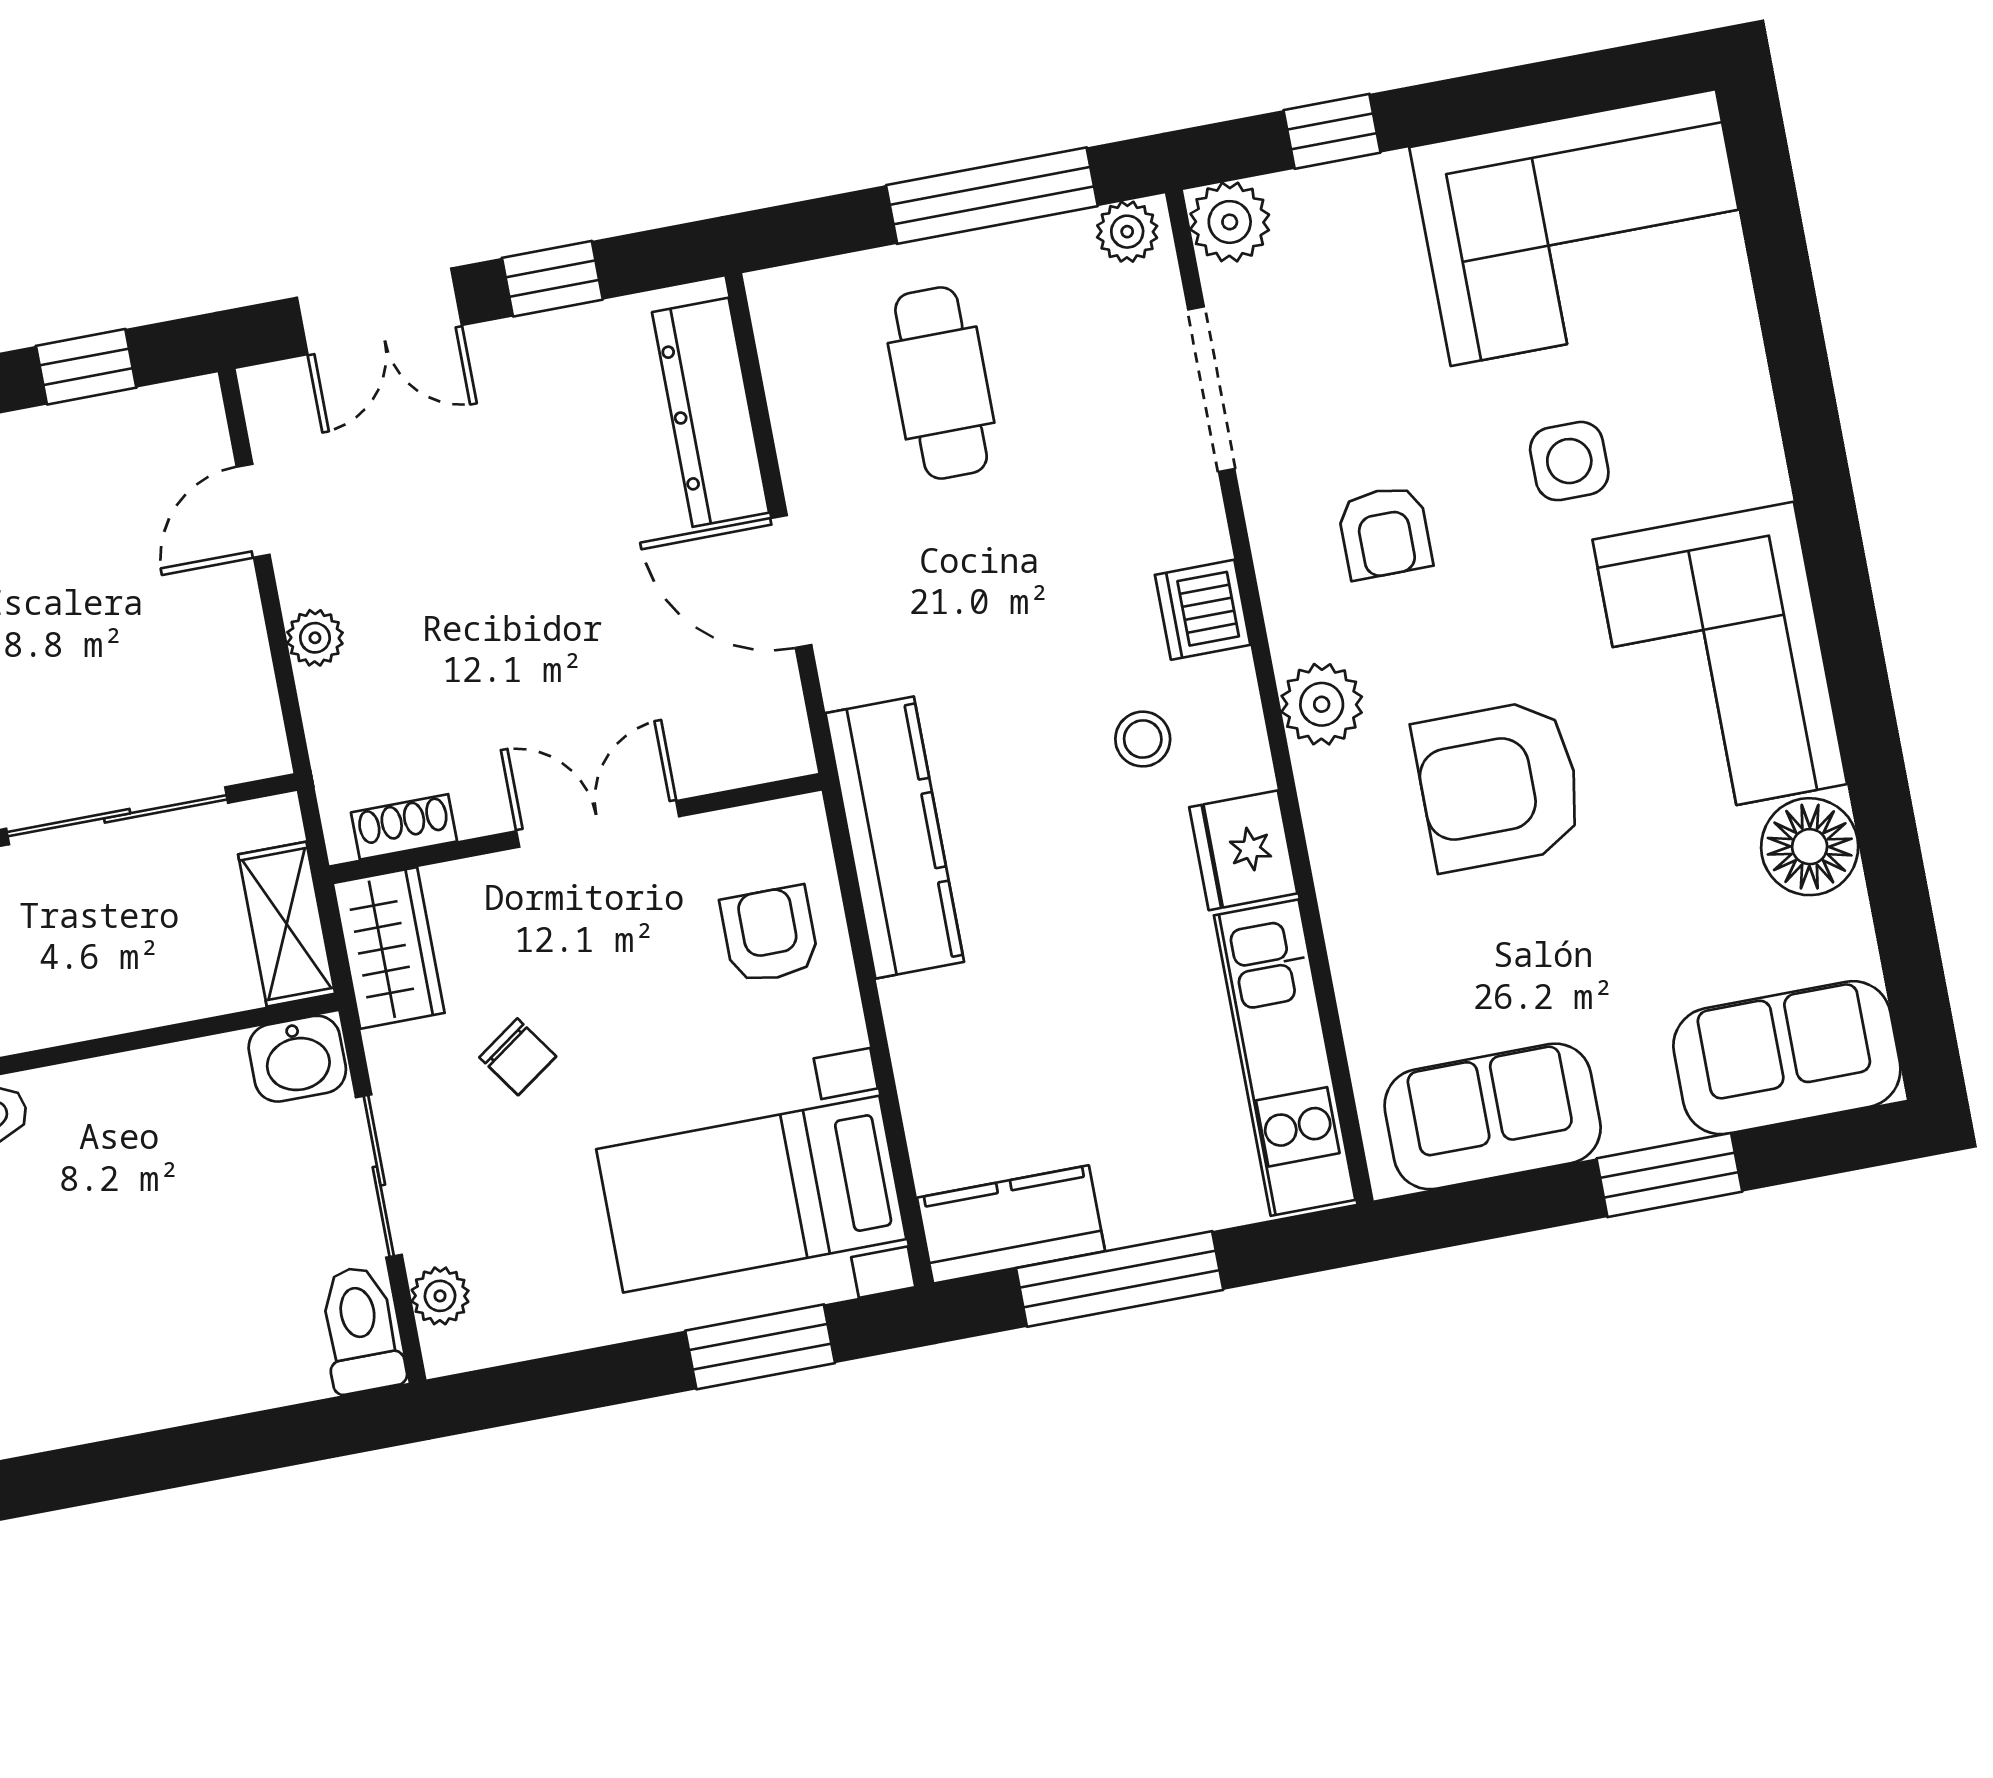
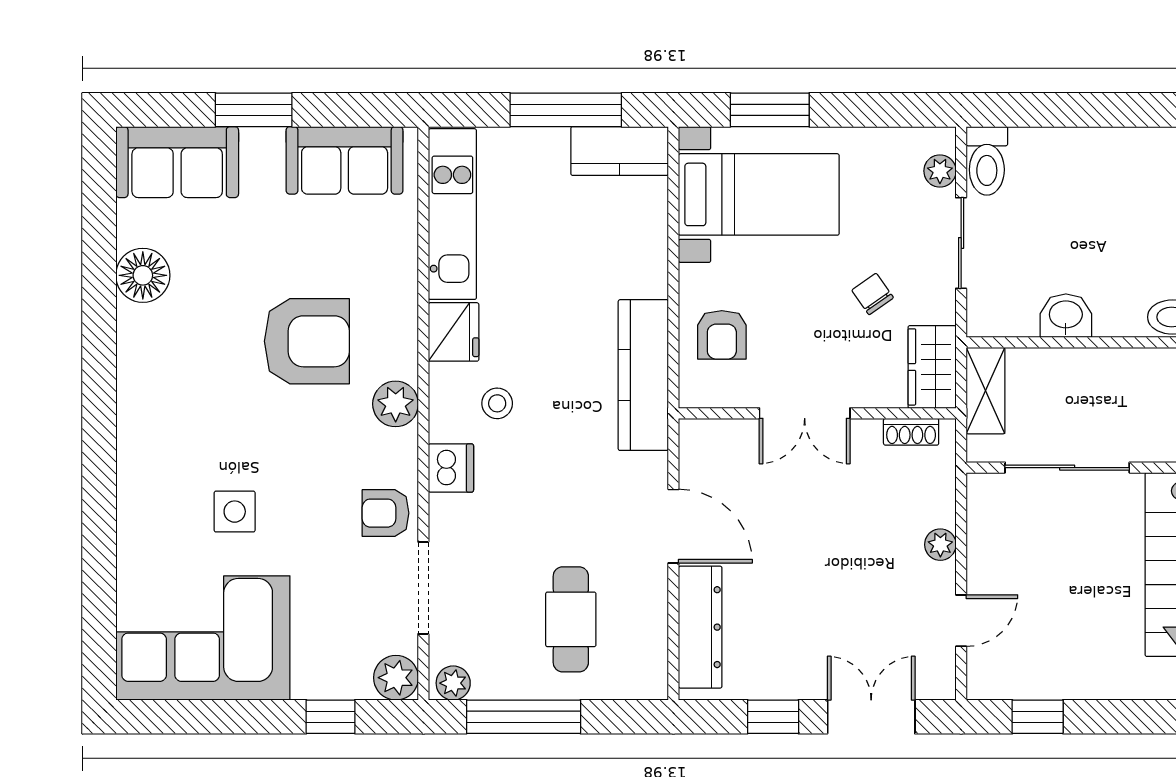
armchair: (1385, 532) -> (386, 513), moved, turned -90
corner sofa: (1720, 662) -> (173, 386), removed
washbasin: (297, 1059) -> (1066, 316), moved

